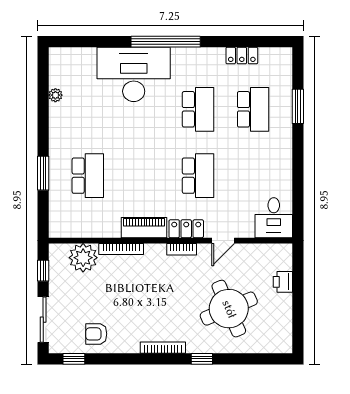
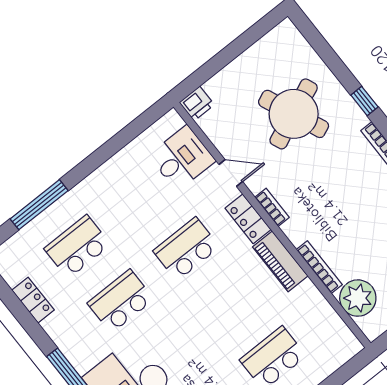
window: (298, 106) -> (39, 205), width x1.44
desk: (274, 218) -> (182, 158), moved
printer: (283, 282) -> (197, 104), moved

